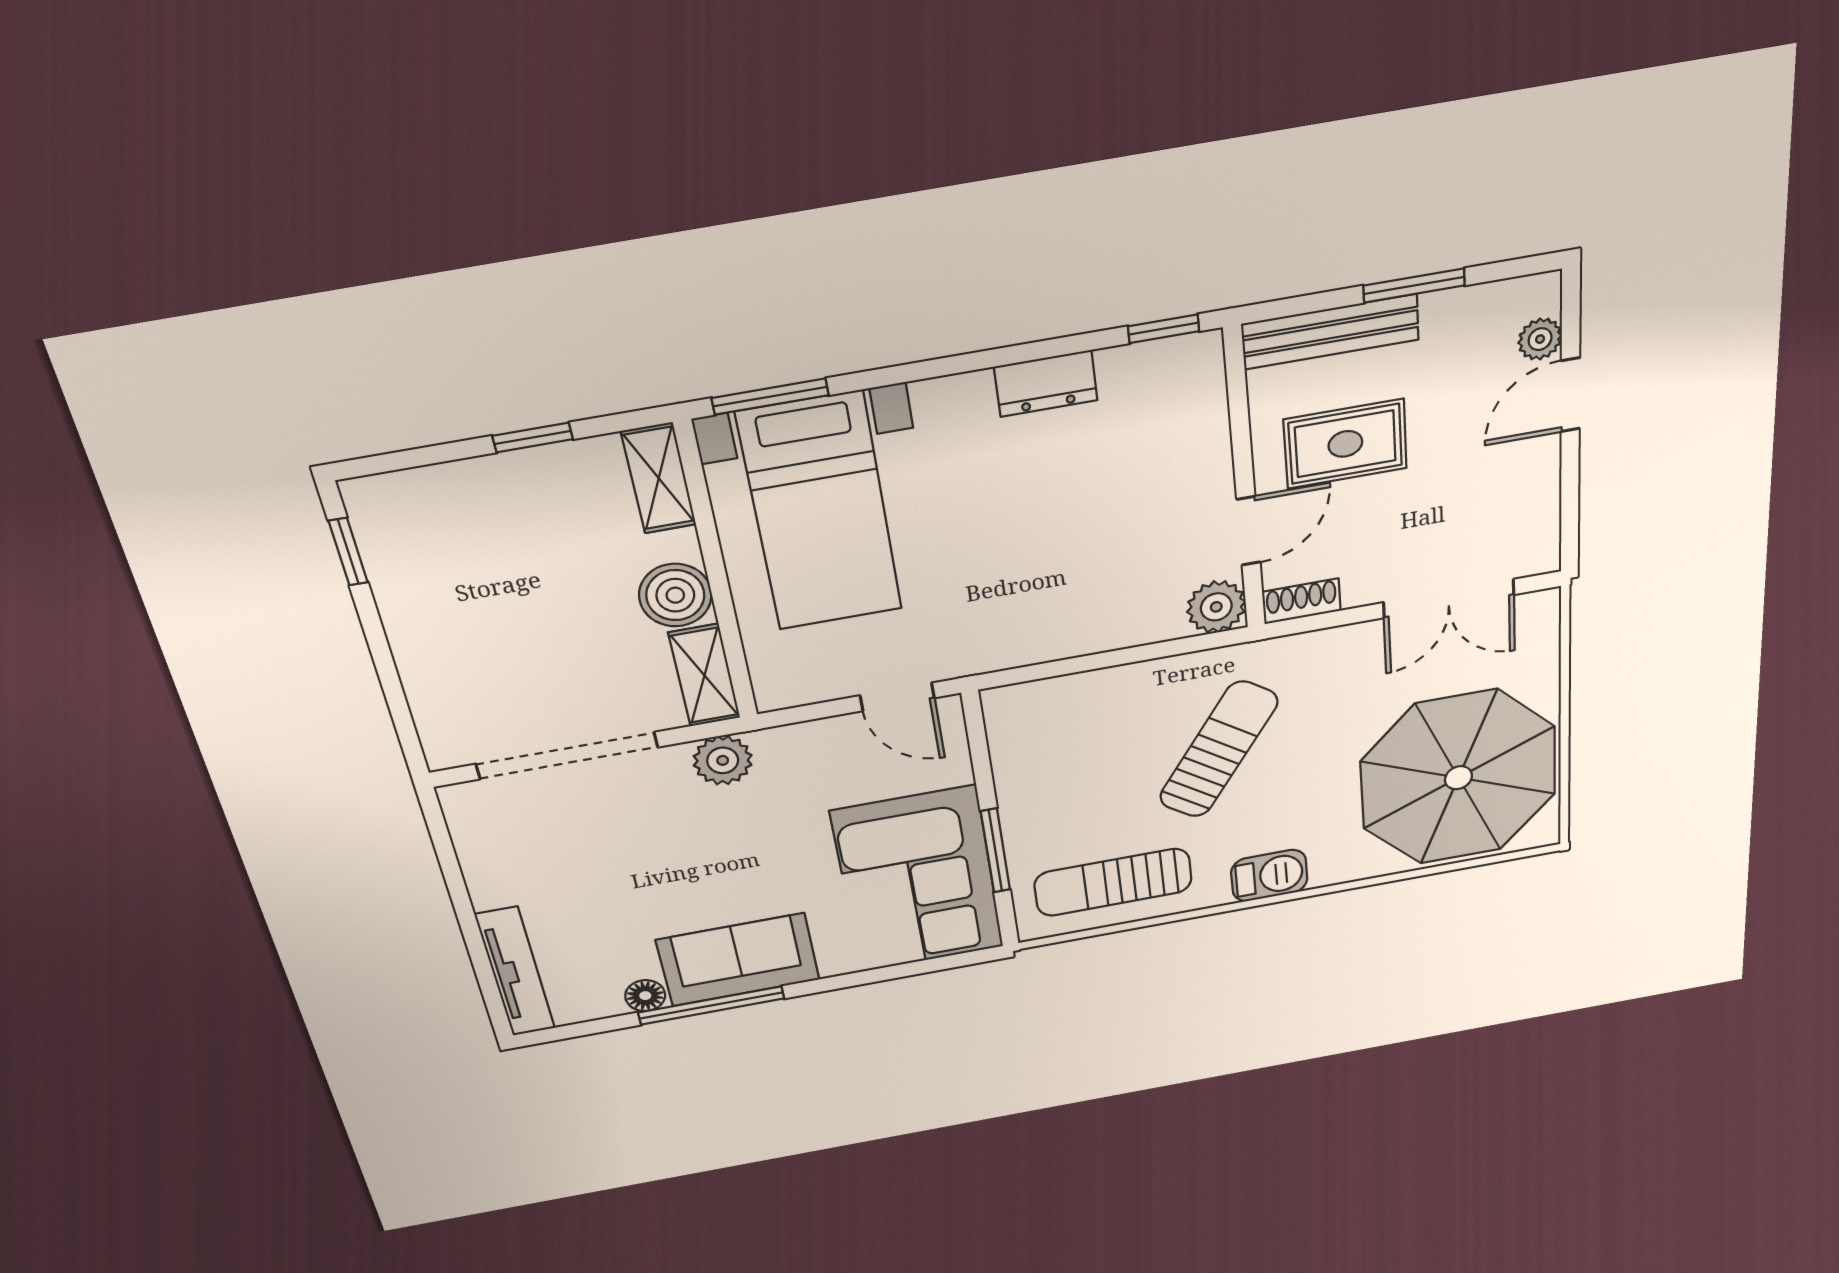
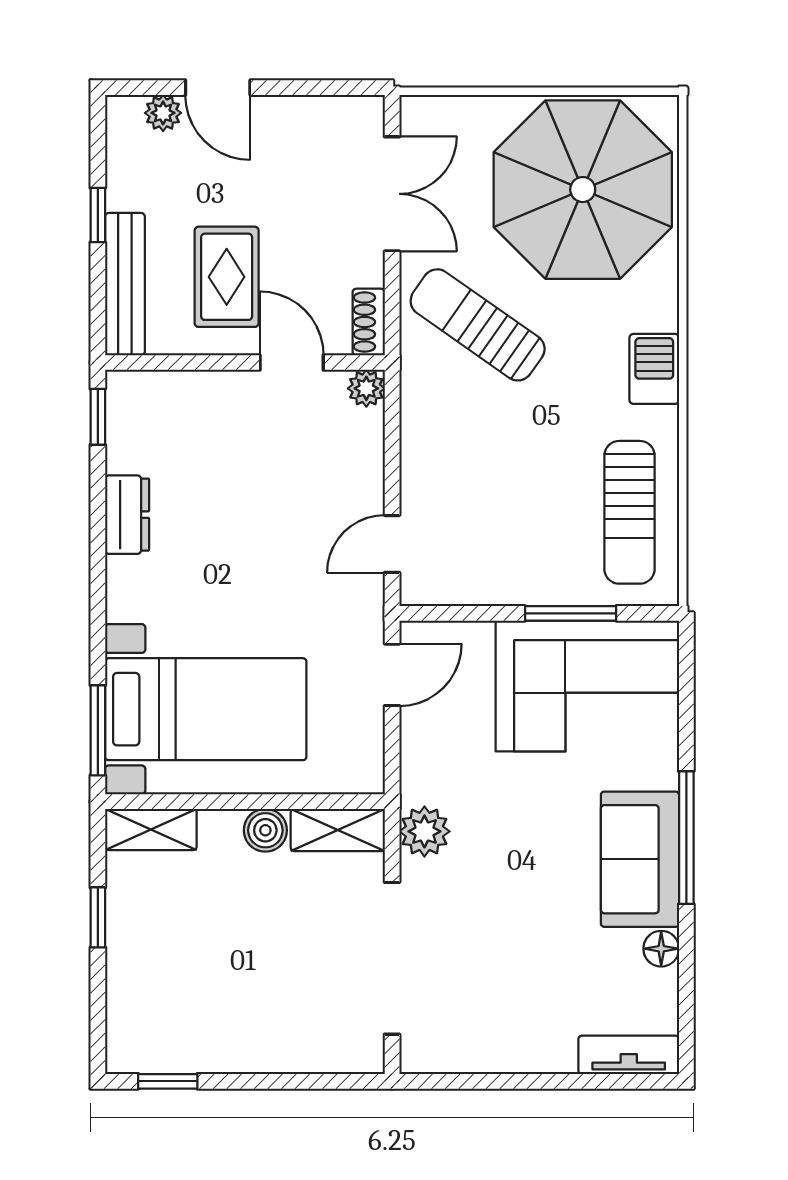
window: (1414, 286) -> (98, 215), width x0.67
boiler: (675, 595) -> (265, 830), width x0.73, depth x0.73
plant: (1216, 607) -> (366, 388), width x0.73, depth x0.73
door: (1048, 670) -> (392, 544), added
sun lounger: (1218, 750) -> (478, 325), moved
tv unit: (515, 972) -> (629, 1055), width x0.71
window: (711, 1006) -> (686, 838), moved

